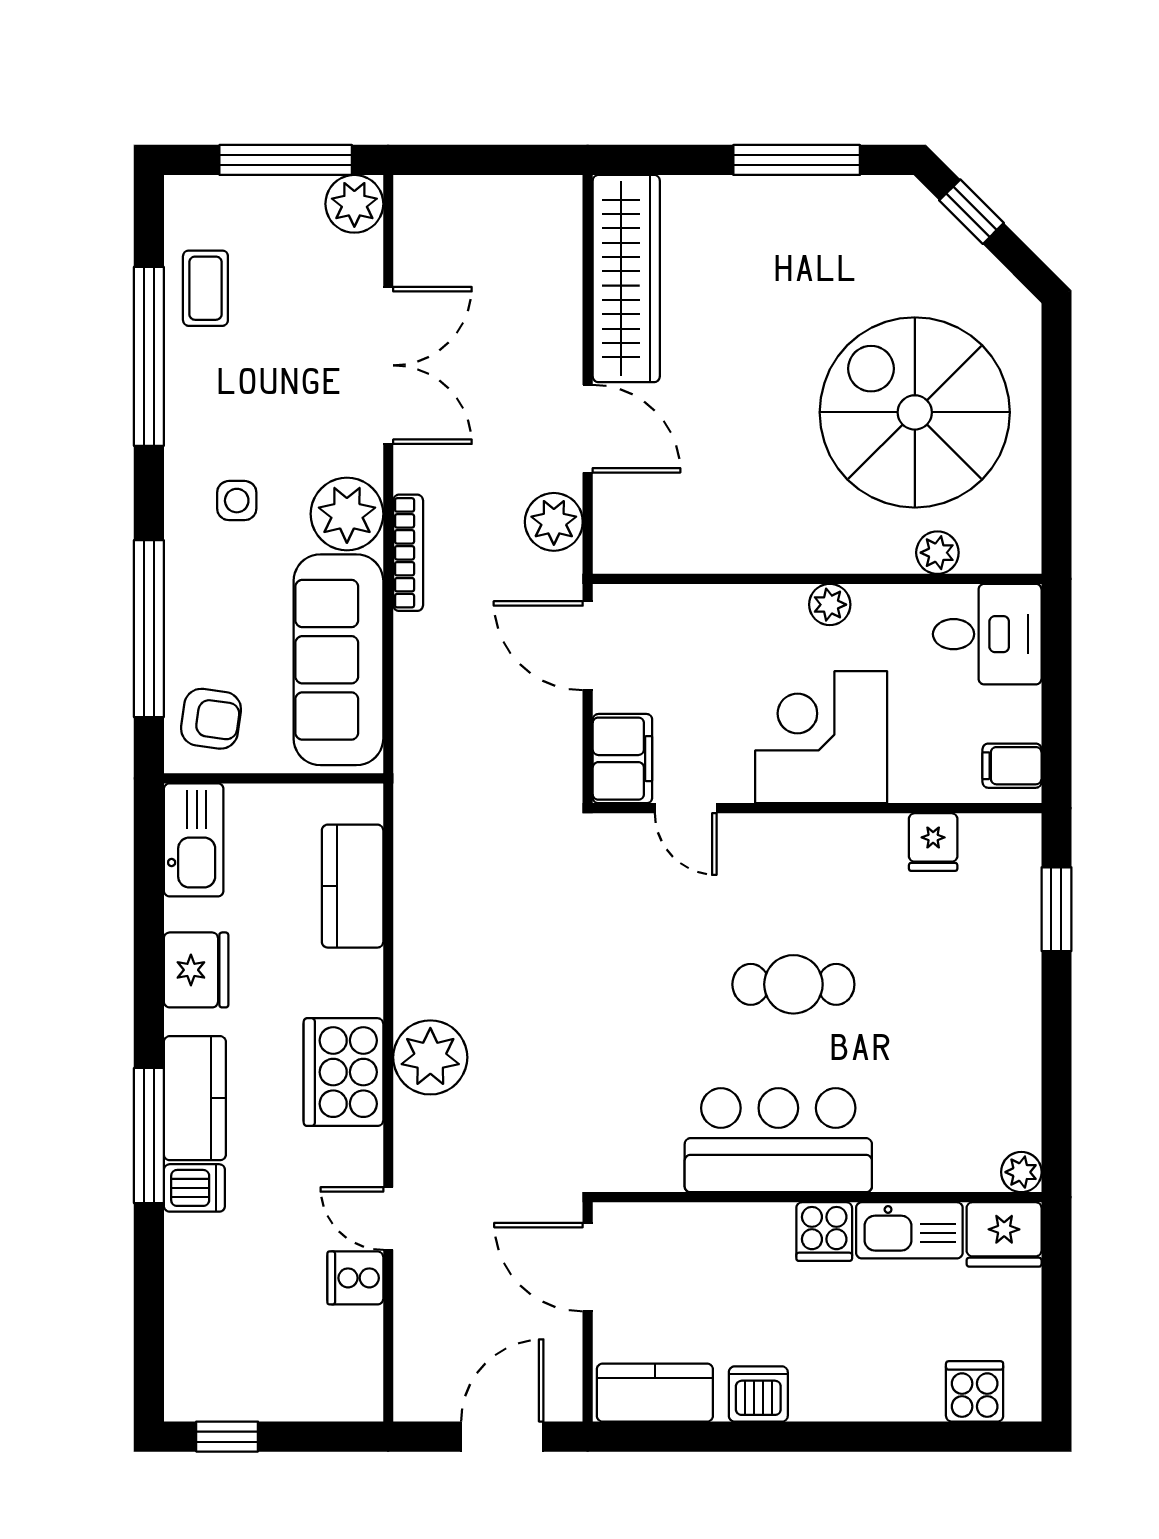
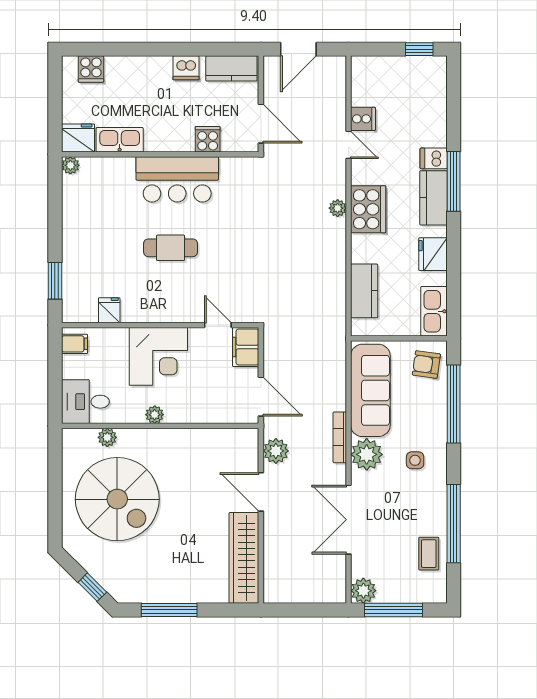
plant: (430, 1057) -> (338, 208), width x0.53, depth x0.53
cooker: (824, 1232) -> (208, 139), moved

